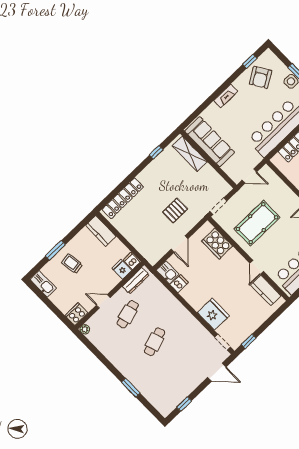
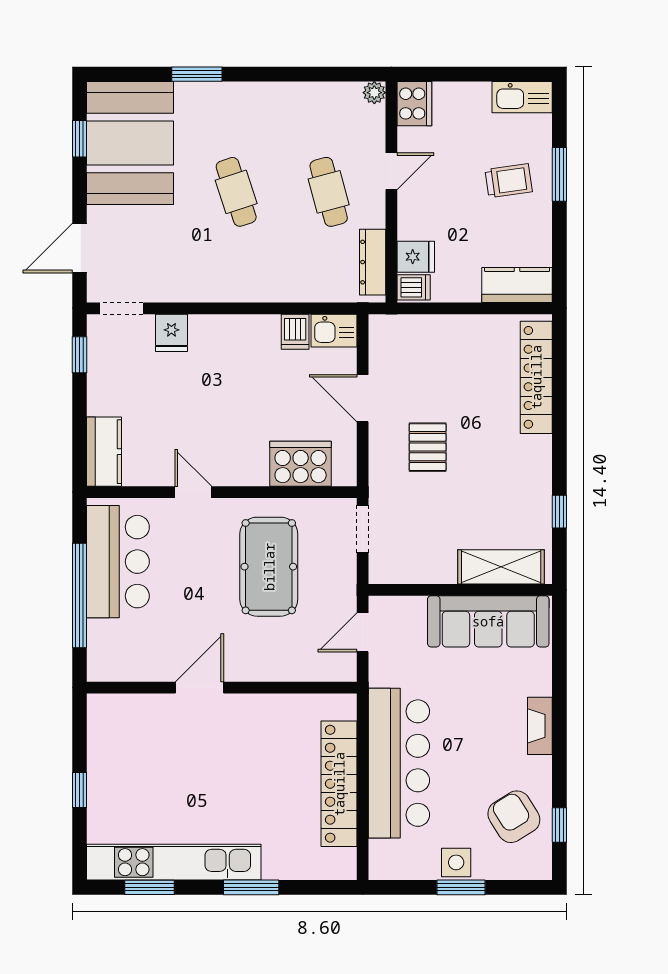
kitchen counter: (266, 290) -> (104, 452), moved, turned 90
fridge: (213, 314) -> (171, 333), width x0.53, depth x0.75
booth: (171, 388) -> (130, 143), added

